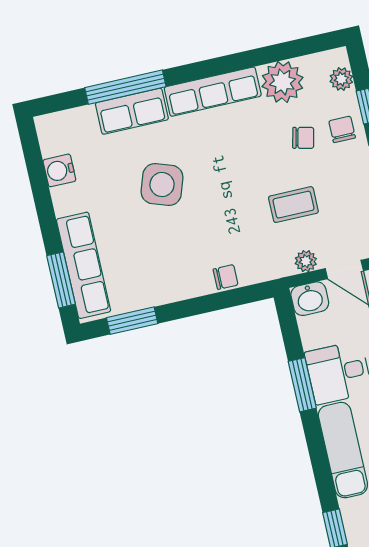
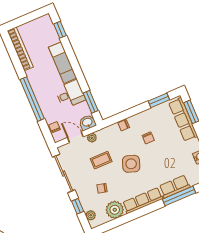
chair: (342, 129) -> (148, 138), moved
side table: (162, 185) -> (131, 164), moved
window: (302, 385) -> (91, 102), moved

